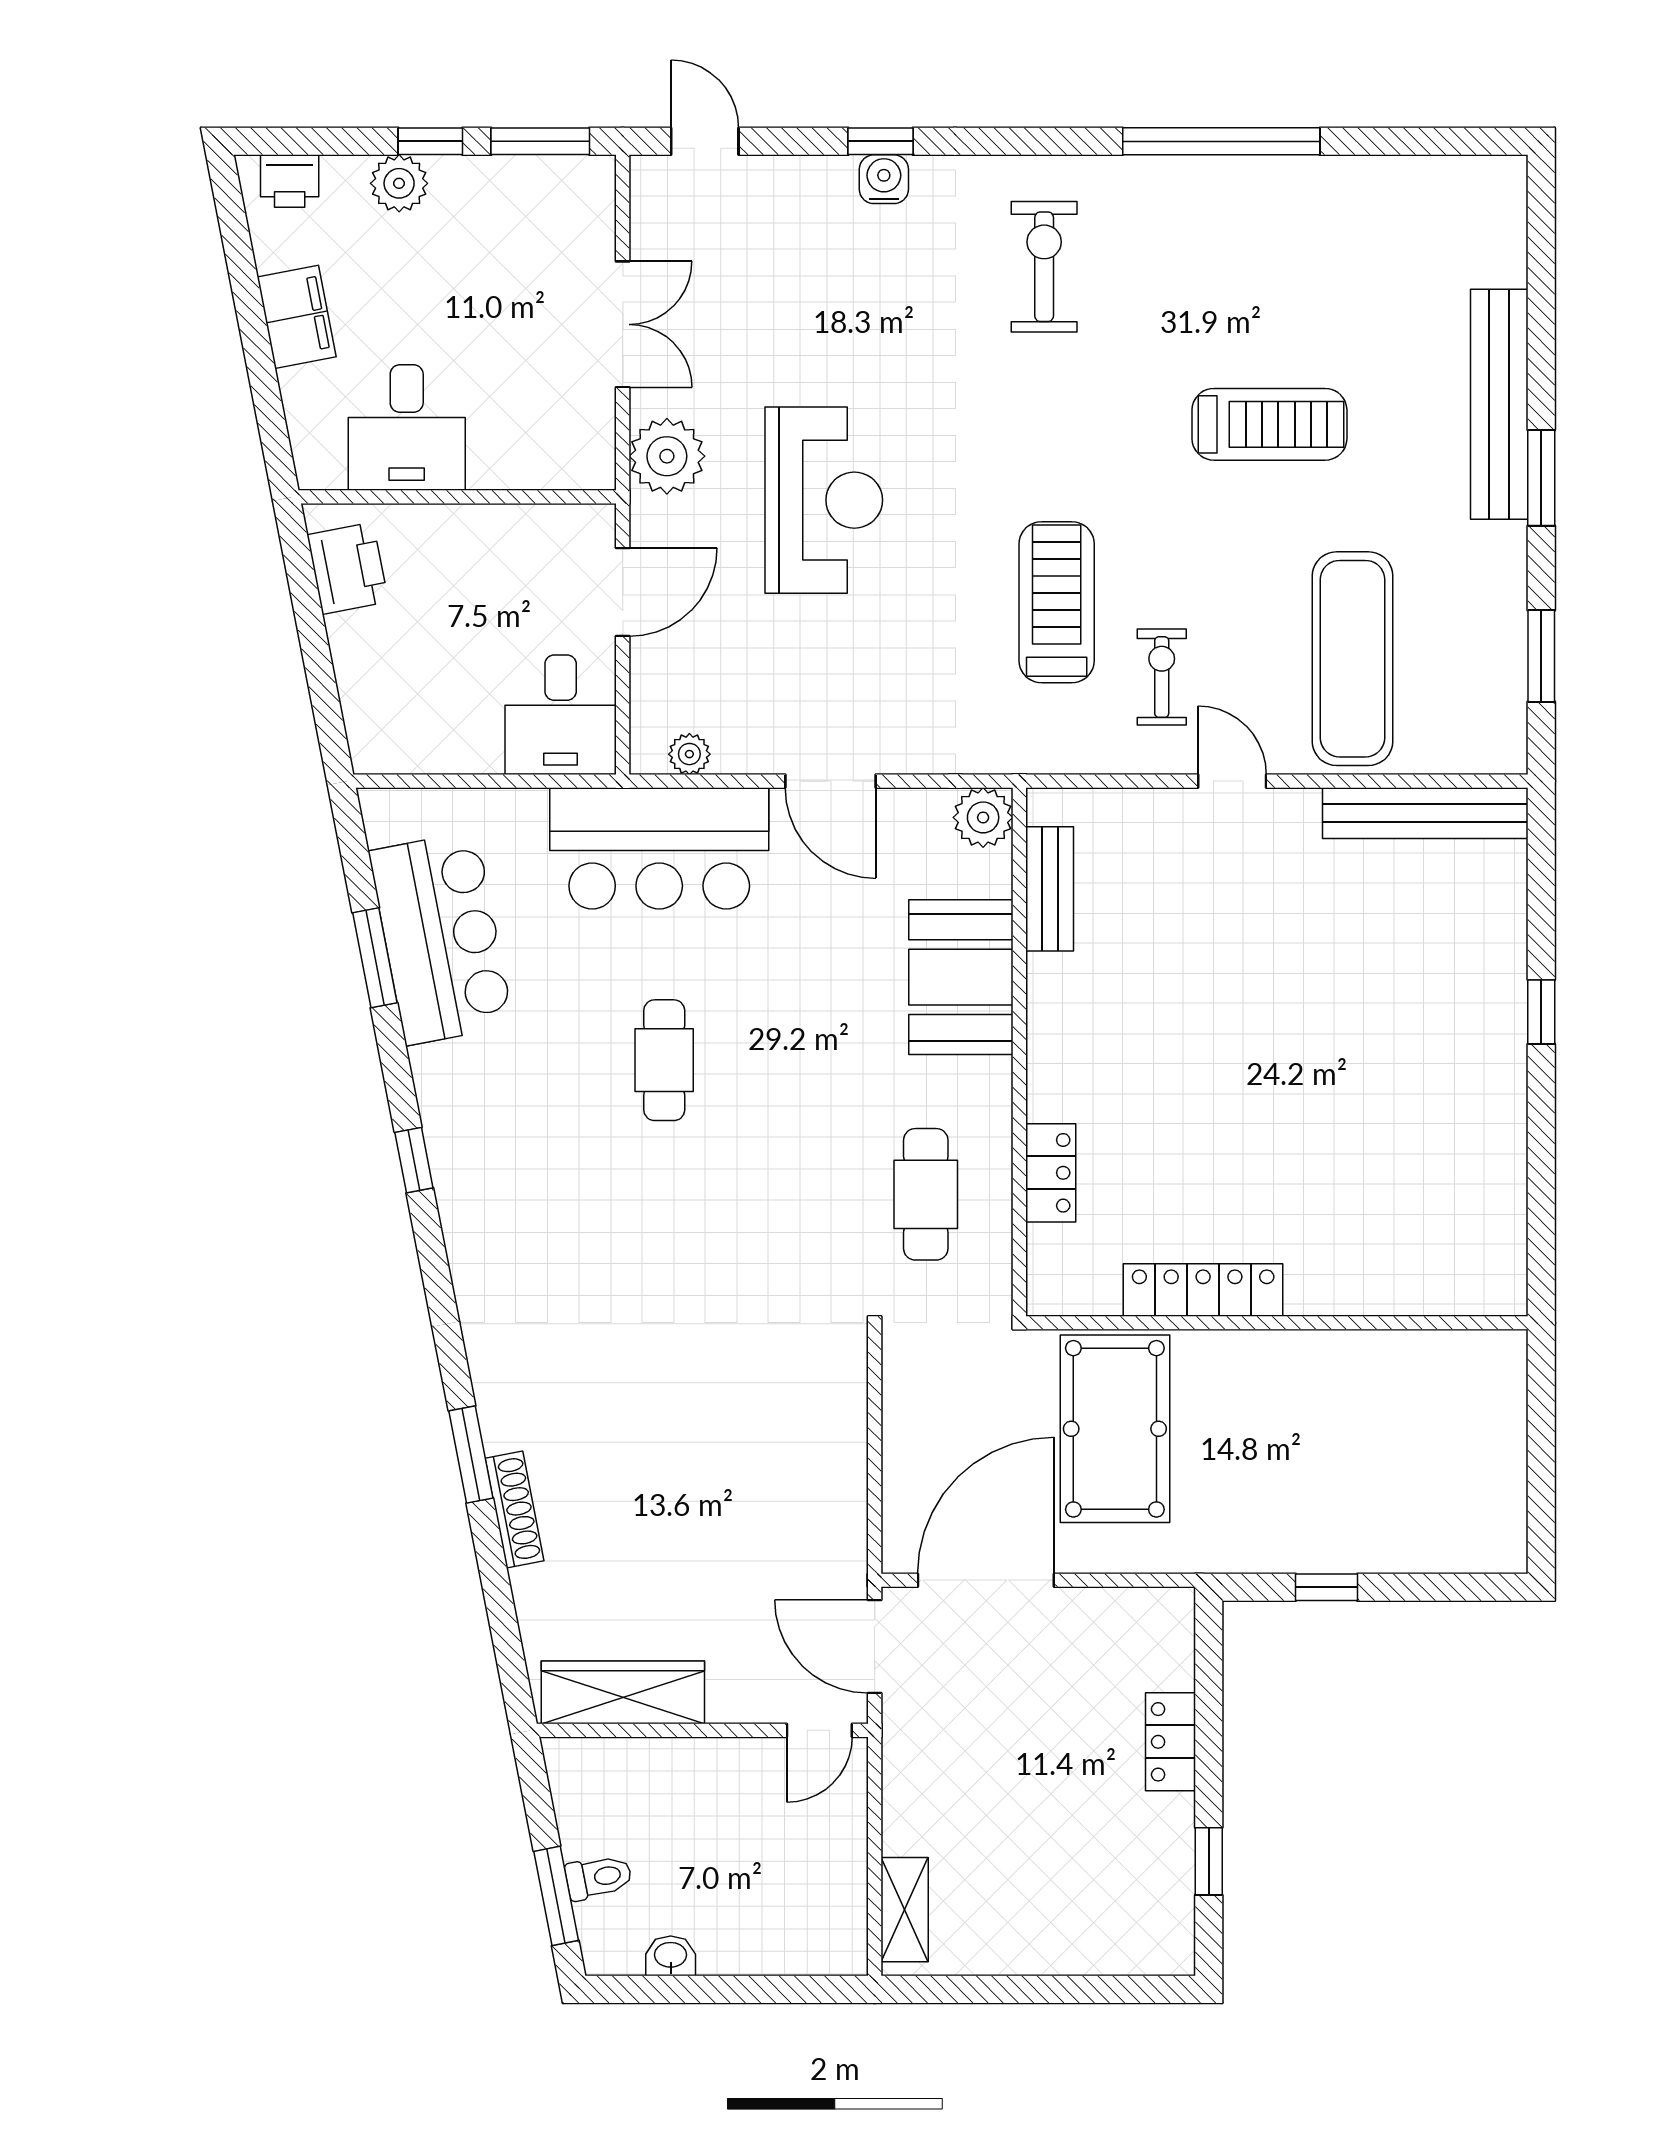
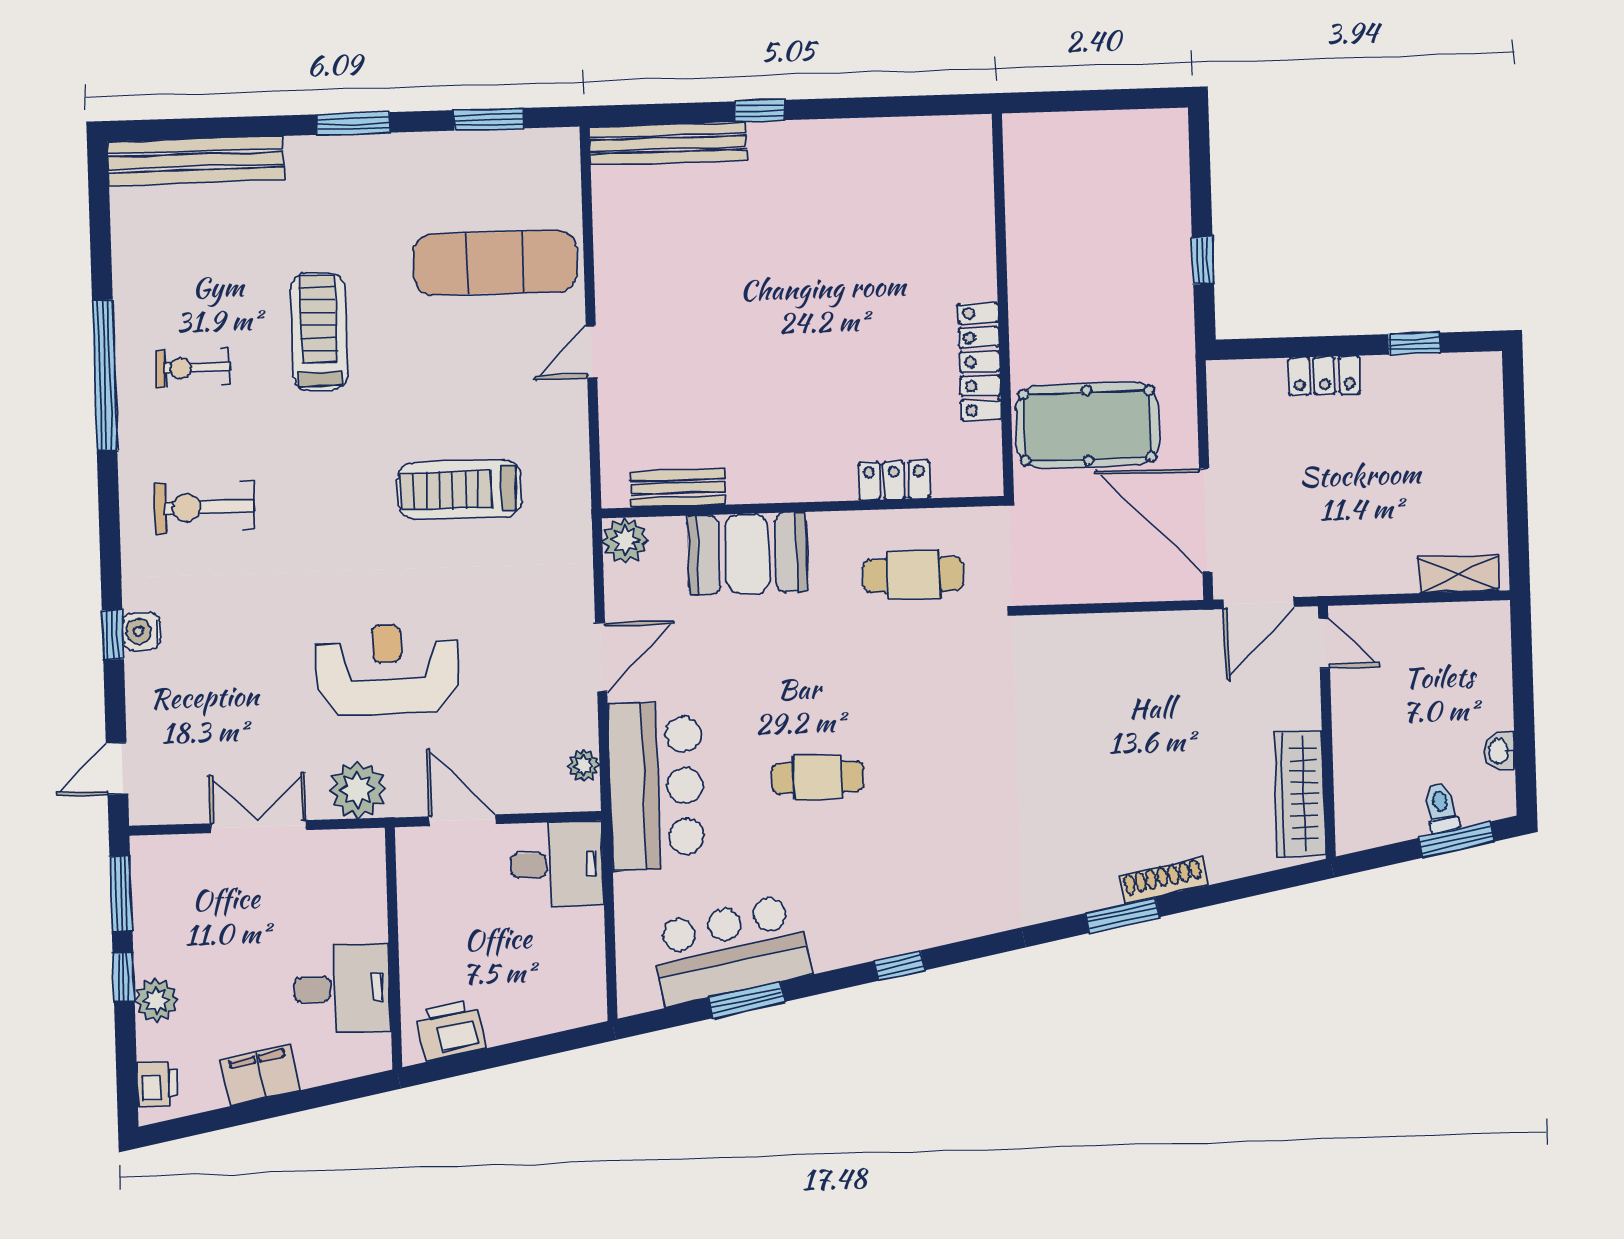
bench: (1499, 404) -> (196, 161), moved
exercise bike: (1162, 677) -> (193, 368), moved
bench: (1425, 813) -> (668, 143), moved, turned 90

